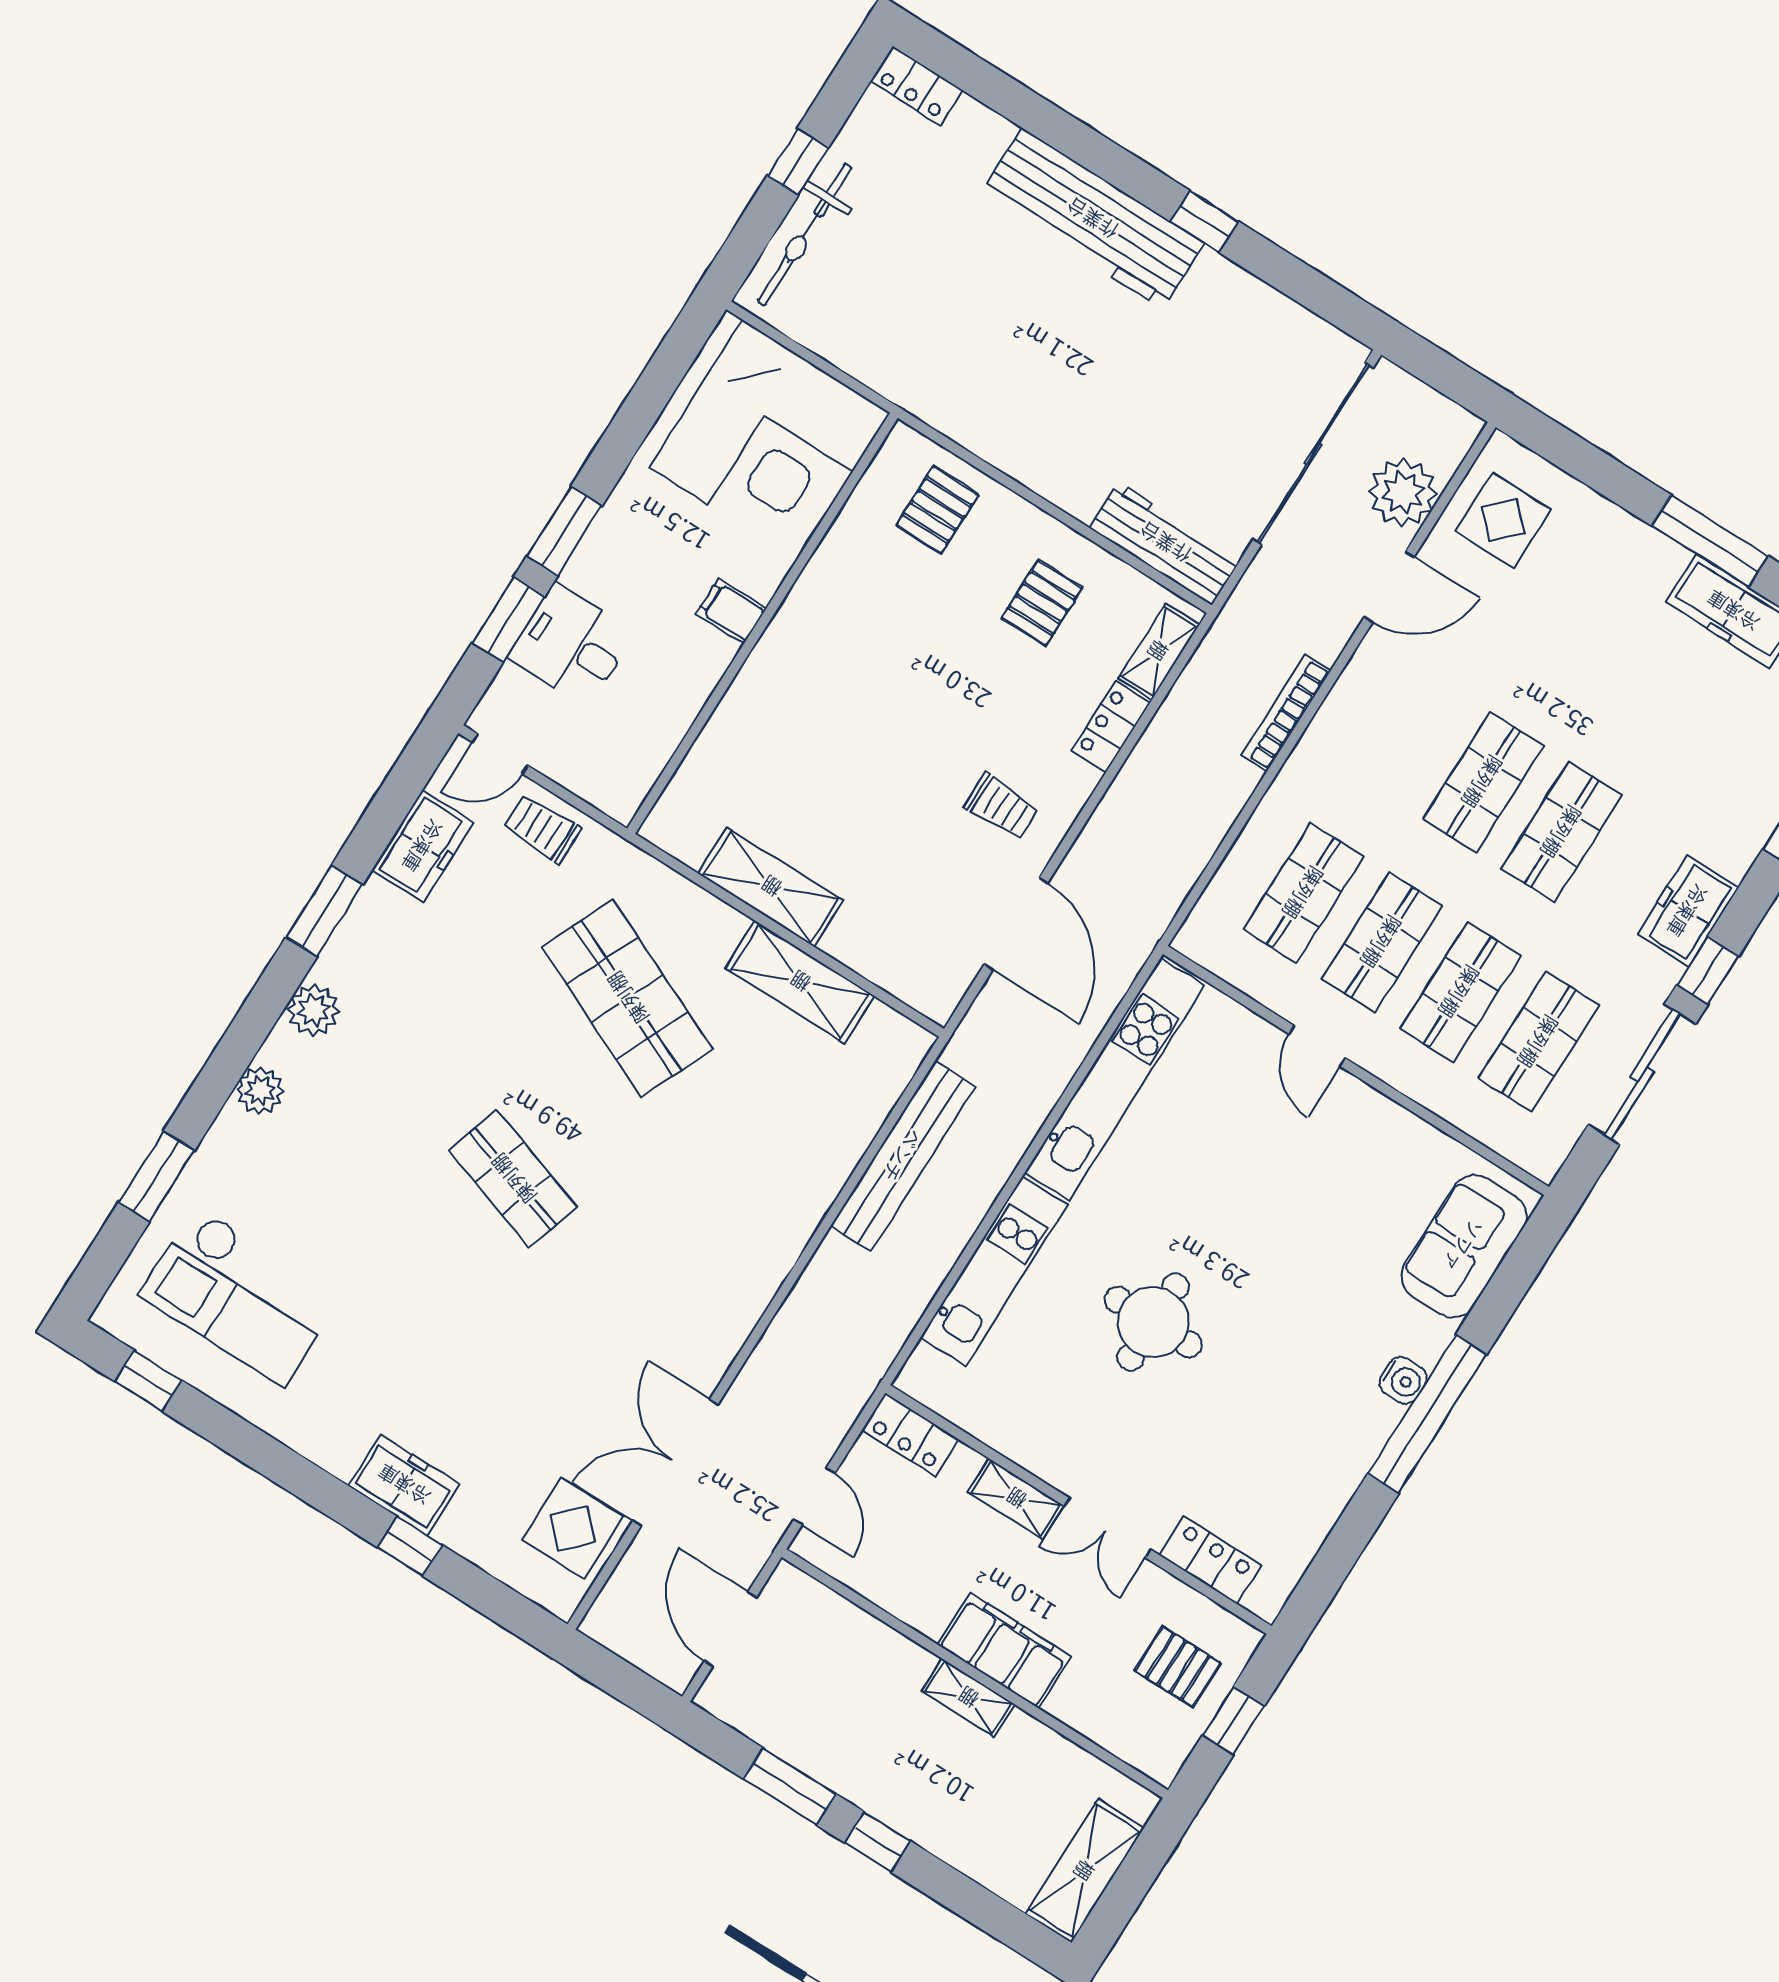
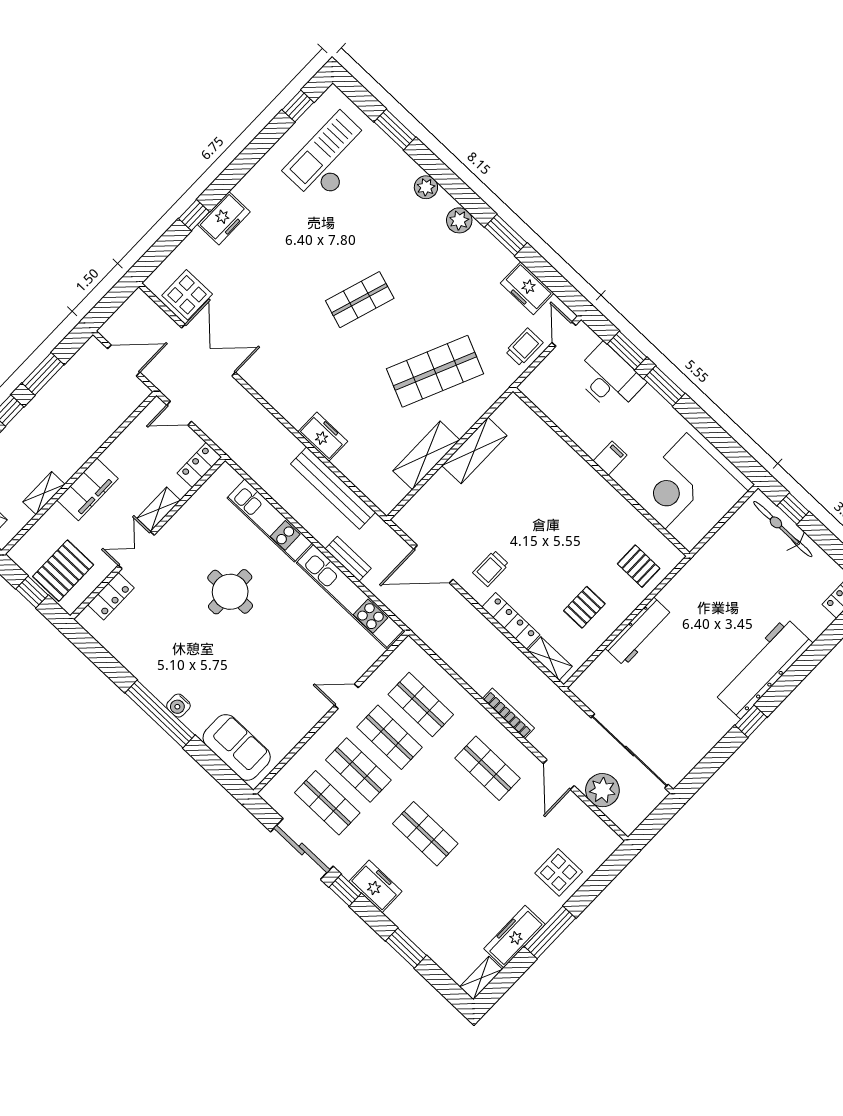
window: (798, 162) -> (793, 509), moved
display table: (1503, 520) -> (559, 872), moved
workbench: (1165, 543) -> (639, 632), moved
pallet: (1042, 603) -> (584, 607), turned 90
desk: (571, 645) -> (609, 378), width x1.37
locker: (1111, 727) -> (511, 621), width x1.53
shop shelf: (1483, 782) -> (488, 768), moved
bench: (1039, 1098) -> (348, 559), added
freezer: (804, 1198) -> (323, 437), added
pallet: (1178, 1667) -> (63, 571), width x1.50, depth x1.42
shelving: (968, 1698) -> (44, 493), moved

